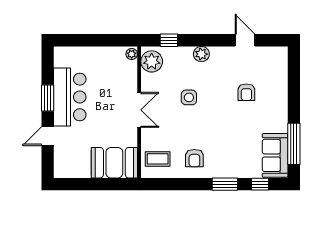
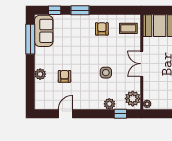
door: (245, 40) -> (66, 114), swing flipped
plant: (201, 54) -> (109, 104), moved
plant: (280, 95) -> (40, 74), added

